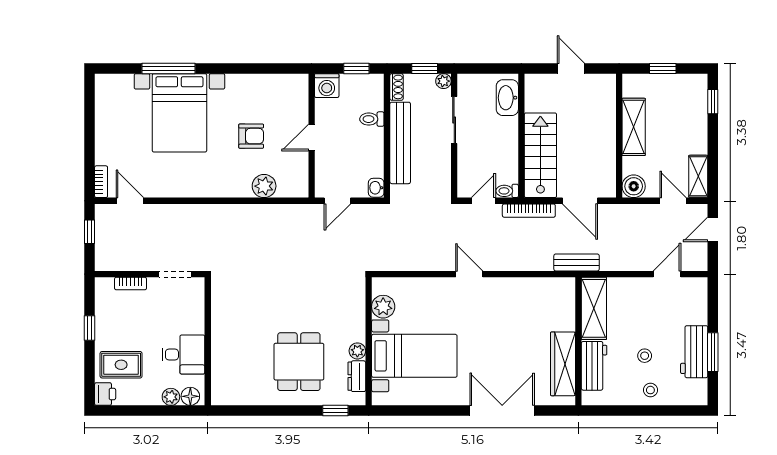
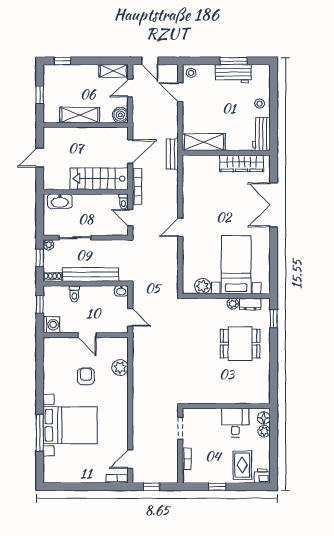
stool: (645, 356) -> (191, 73), moved
workbench: (594, 366) -> (261, 134), moved, turned -90

